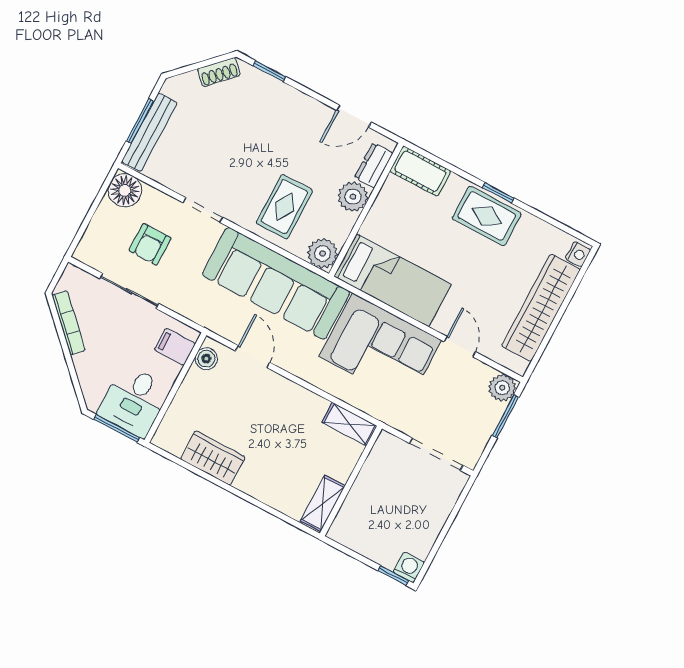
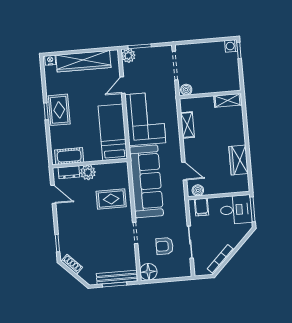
cot: (420, 171) -> (69, 156), moved, turned 90
armchair: (150, 244) -> (165, 246), turned 180
plant: (323, 253) -> (121, 170), removed
door: (253, 357) -> (184, 171), swing flipped
shelving: (350, 424) -> (187, 125), moved
boiler: (385, 447) -> (186, 90), added

